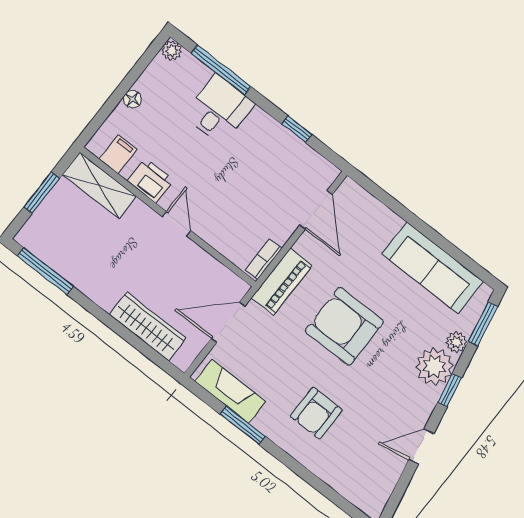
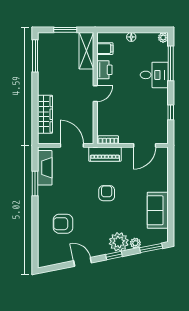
sofa: (433, 268) -> (158, 210), width x0.73
armchair: (344, 326) -> (107, 193), width x0.53, depth x0.53
armchair: (316, 413) -> (63, 224), moved

